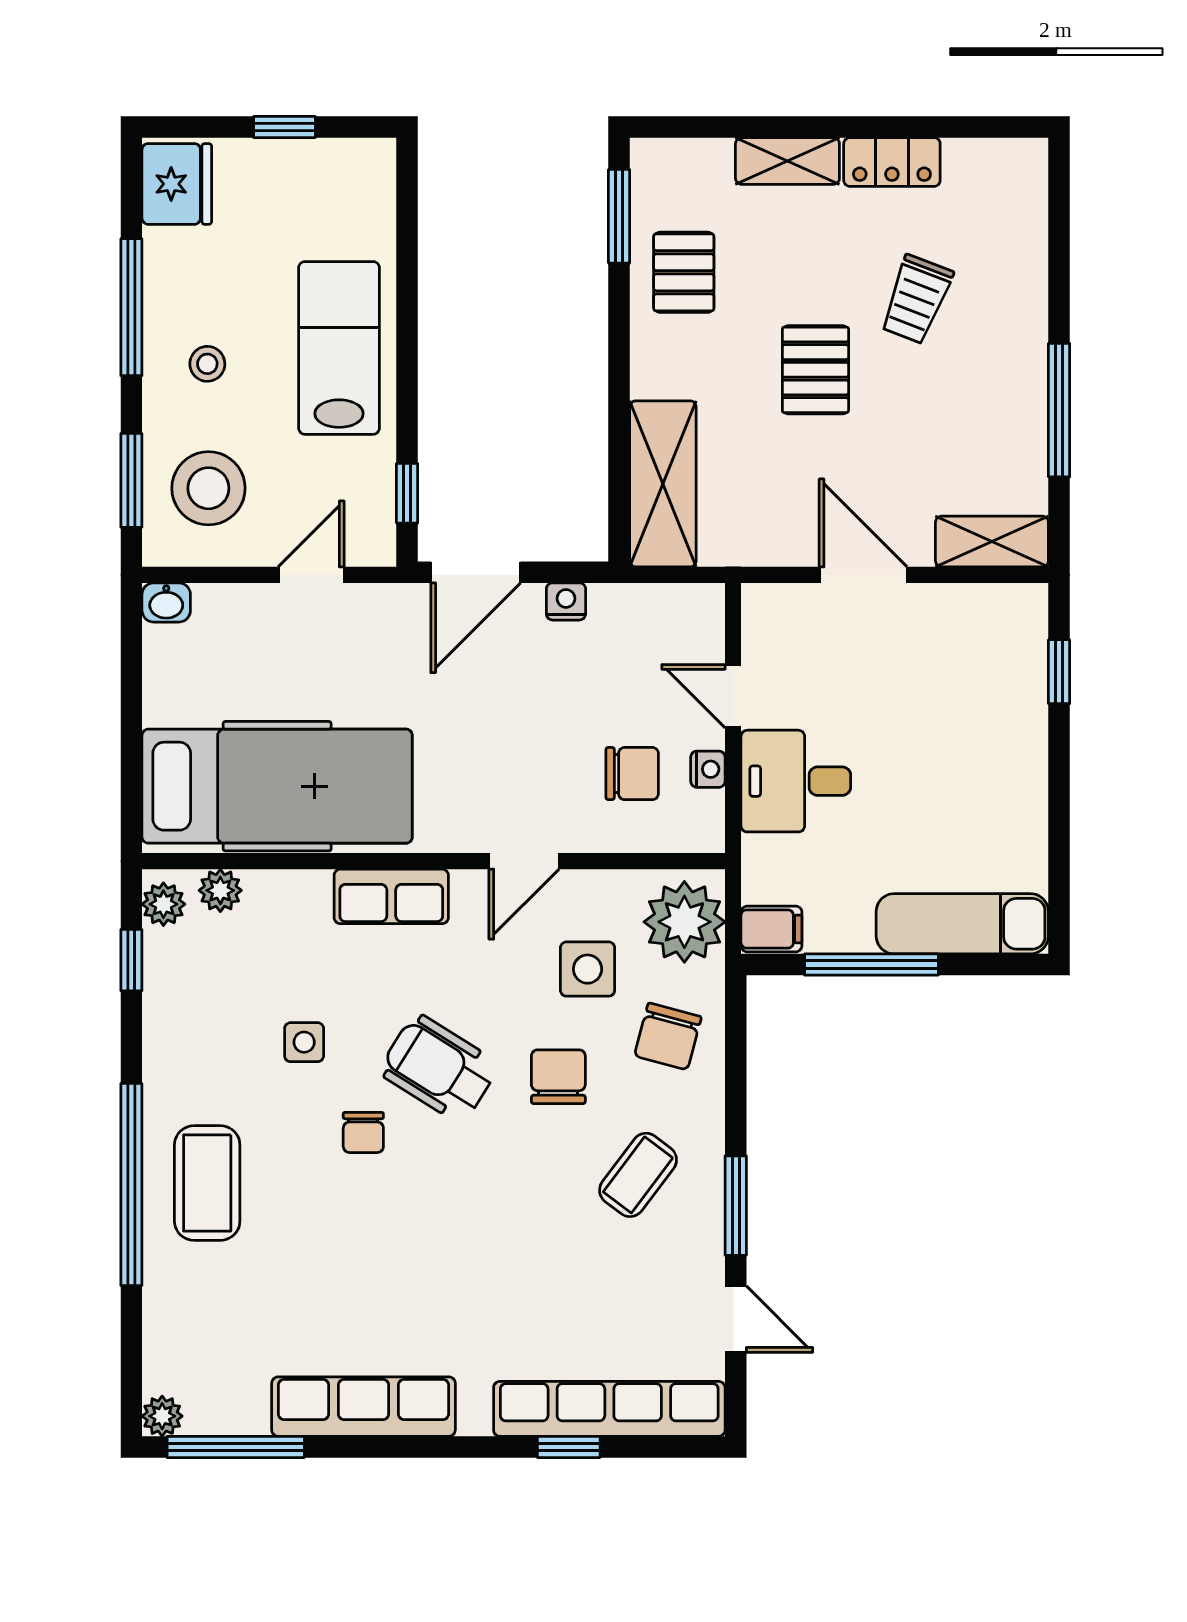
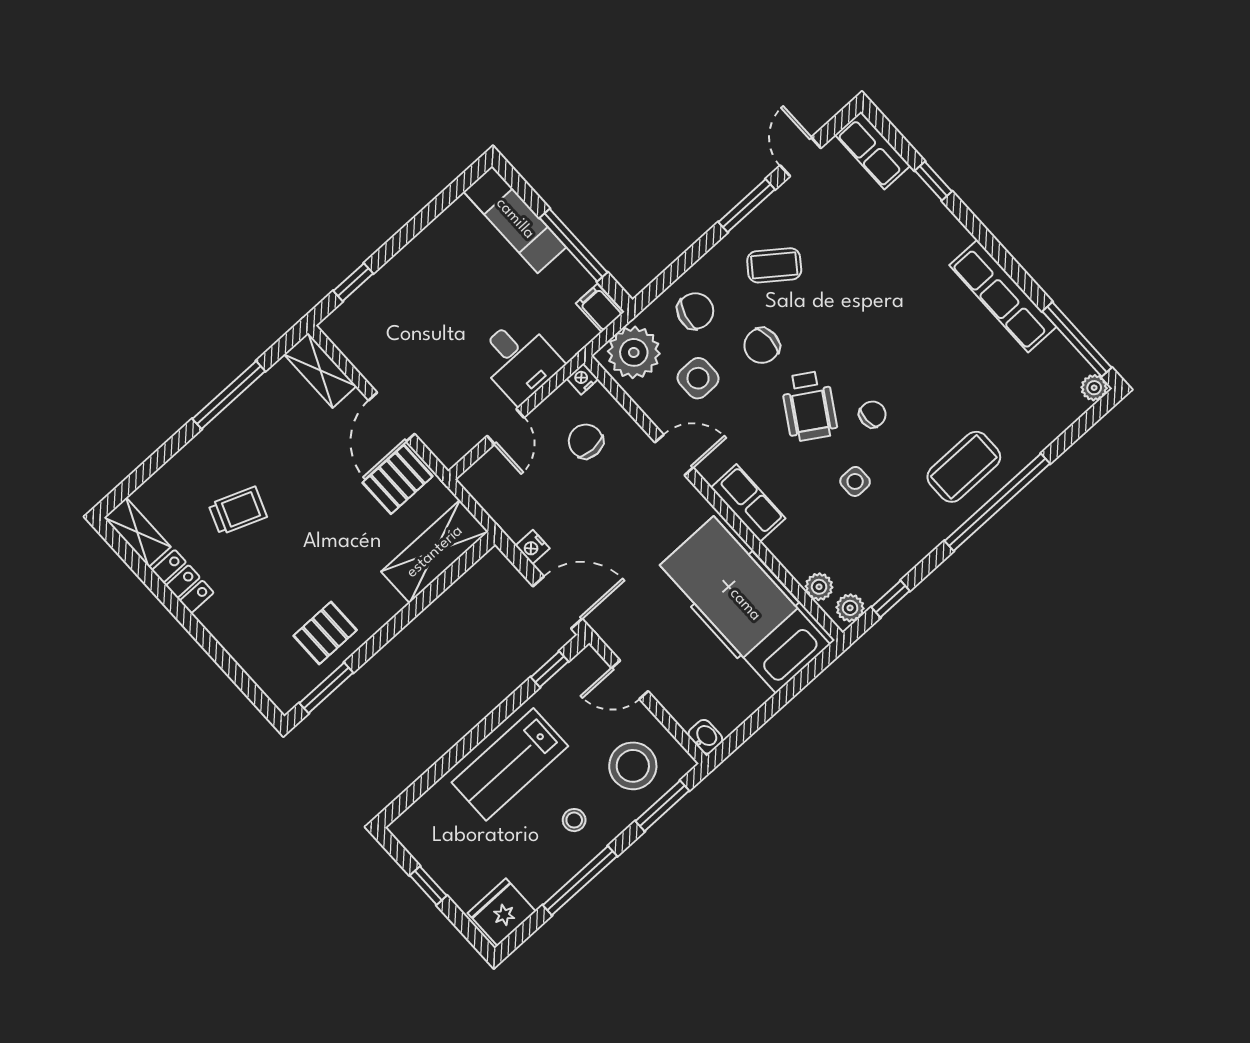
shelving: (787, 161) -> (137, 532), moved
pallet: (815, 370) -> (398, 480), moved
nightstand: (708, 769) -> (582, 379), moved
row of seats: (609, 1409) -> (873, 150), width x0.50

